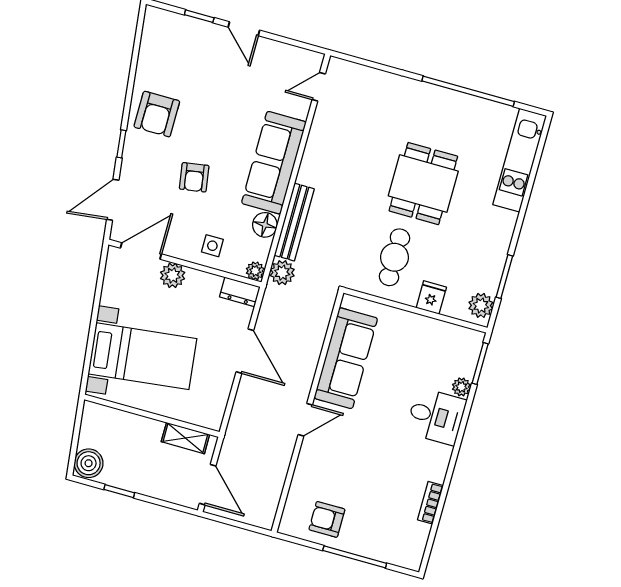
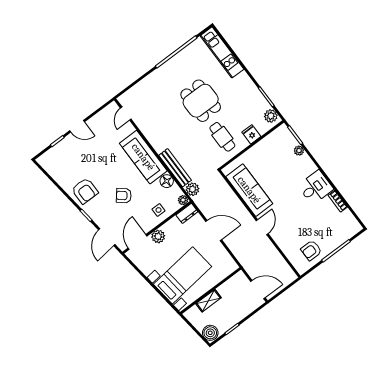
armchair: (194, 177) -> (124, 196), turned 138
desk: (436, 416) -> (316, 187), moved
shelving: (185, 438) -> (208, 301), moved

